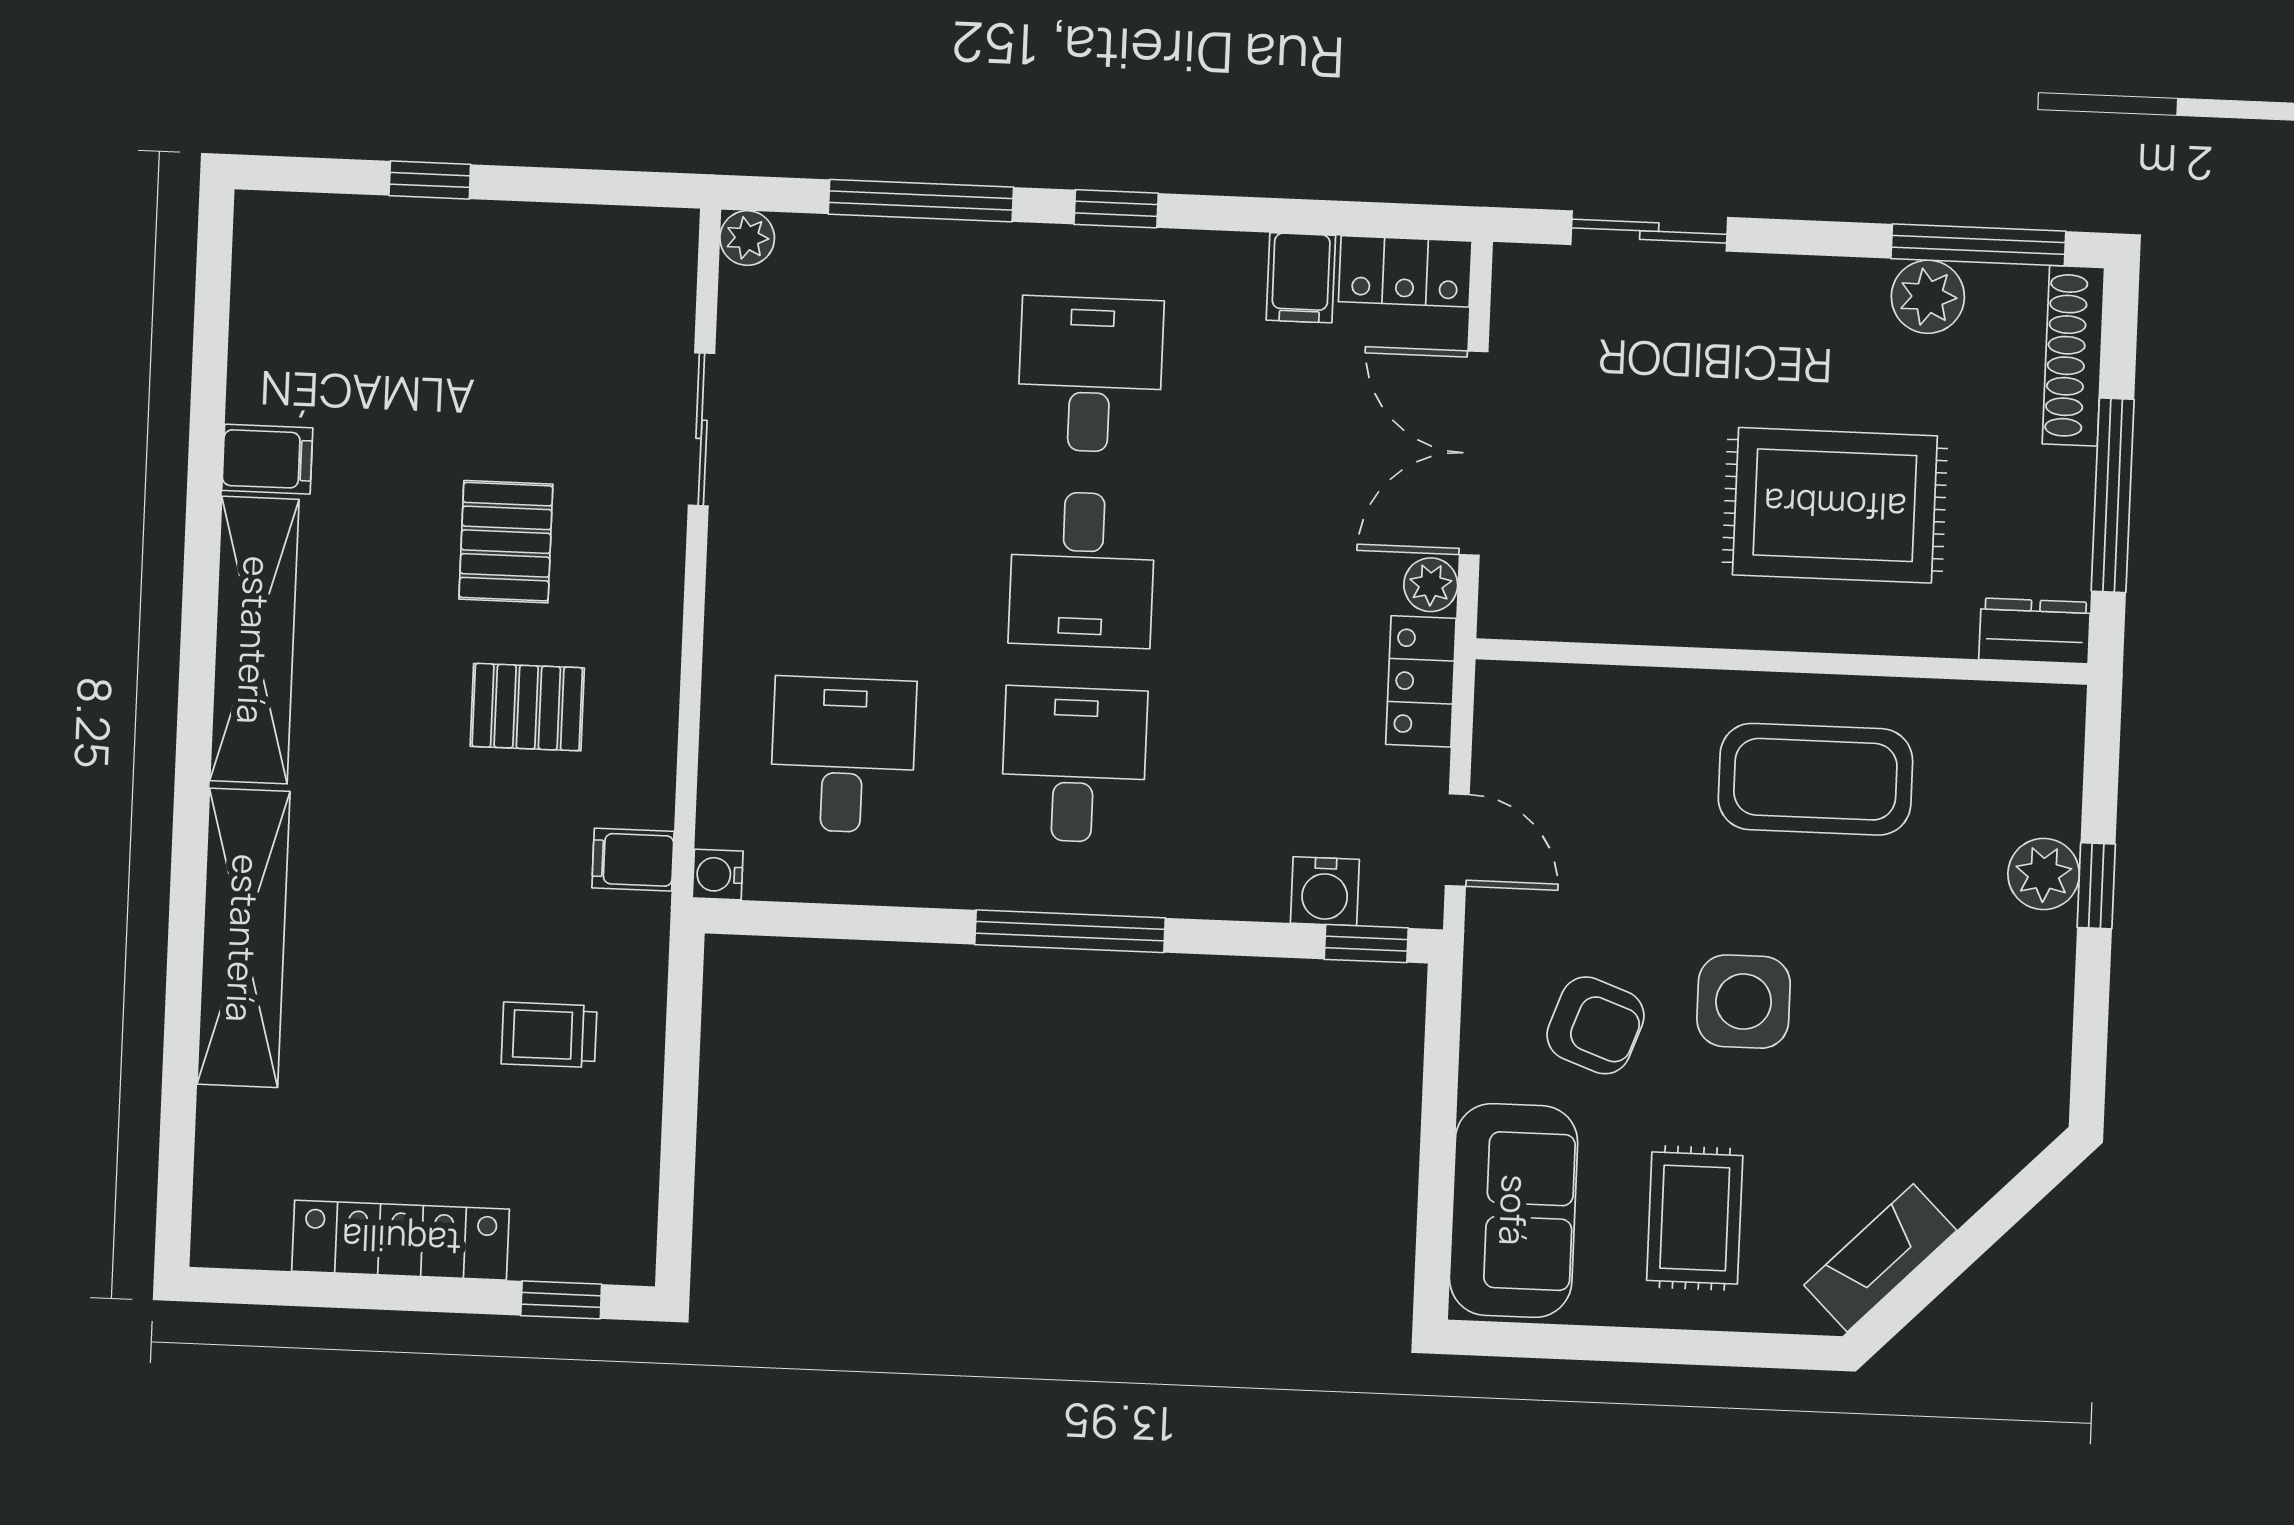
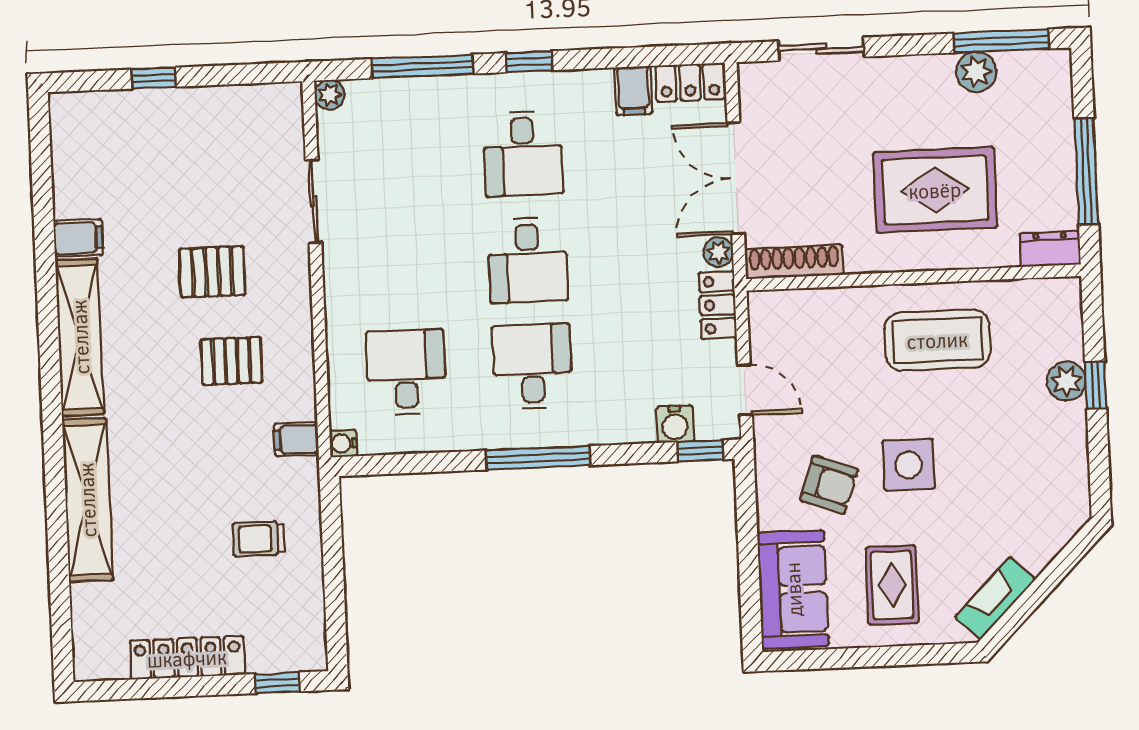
shoe rack: (2073, 356) -> (794, 262), moved, turned 90
desk: (1090, 374) -> (523, 153), turned 180
pallet: (506, 542) -> (212, 272), turned 90

